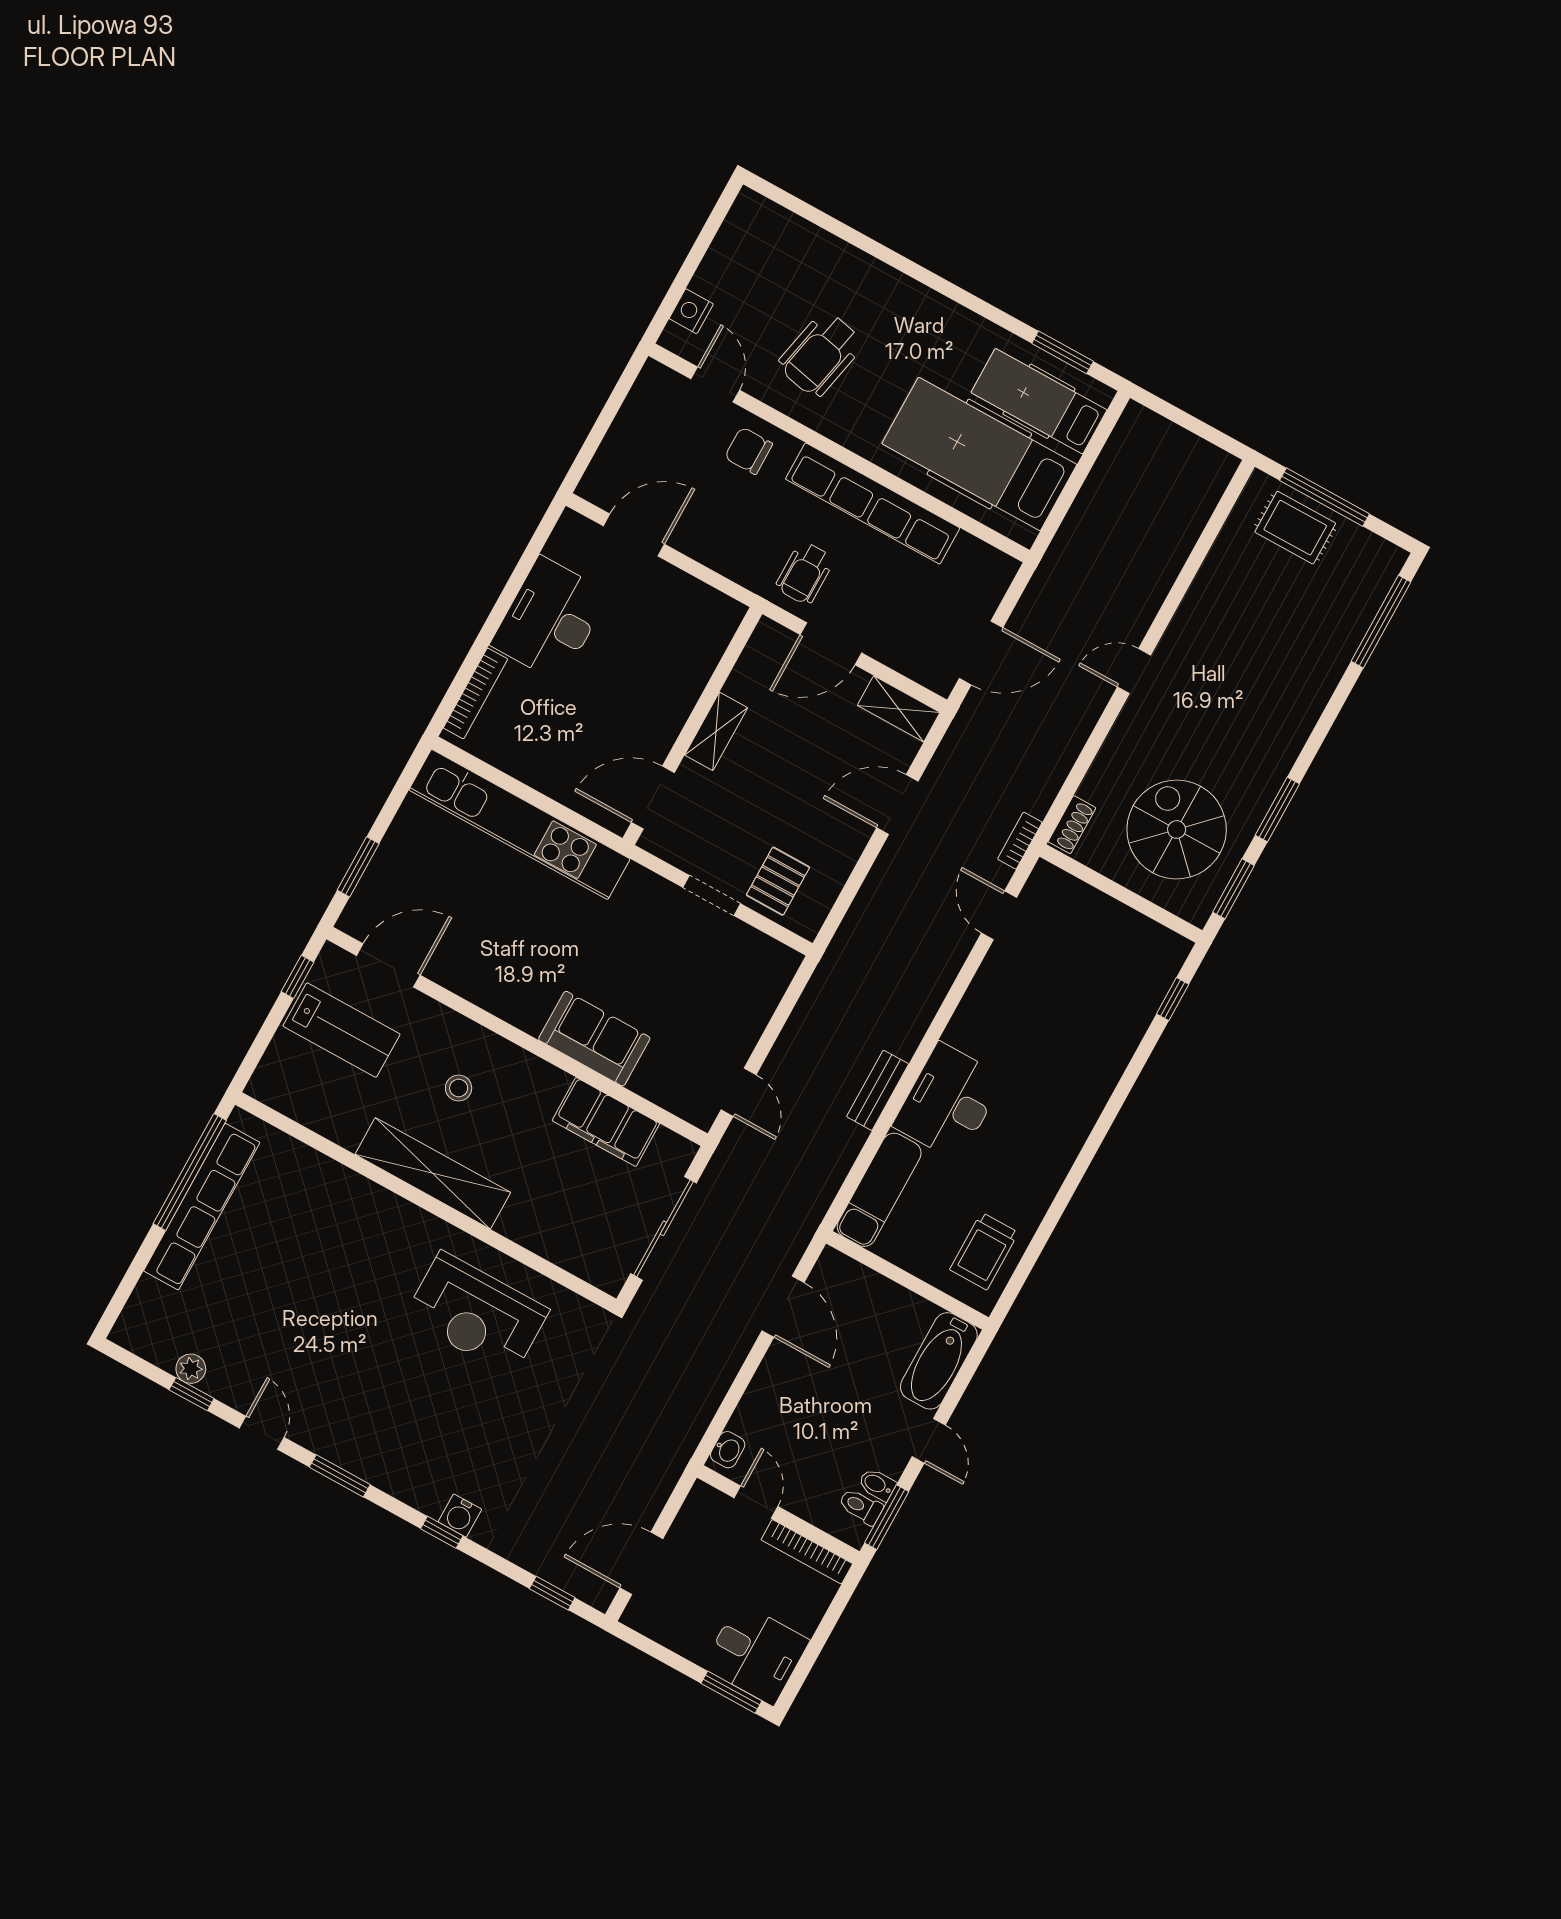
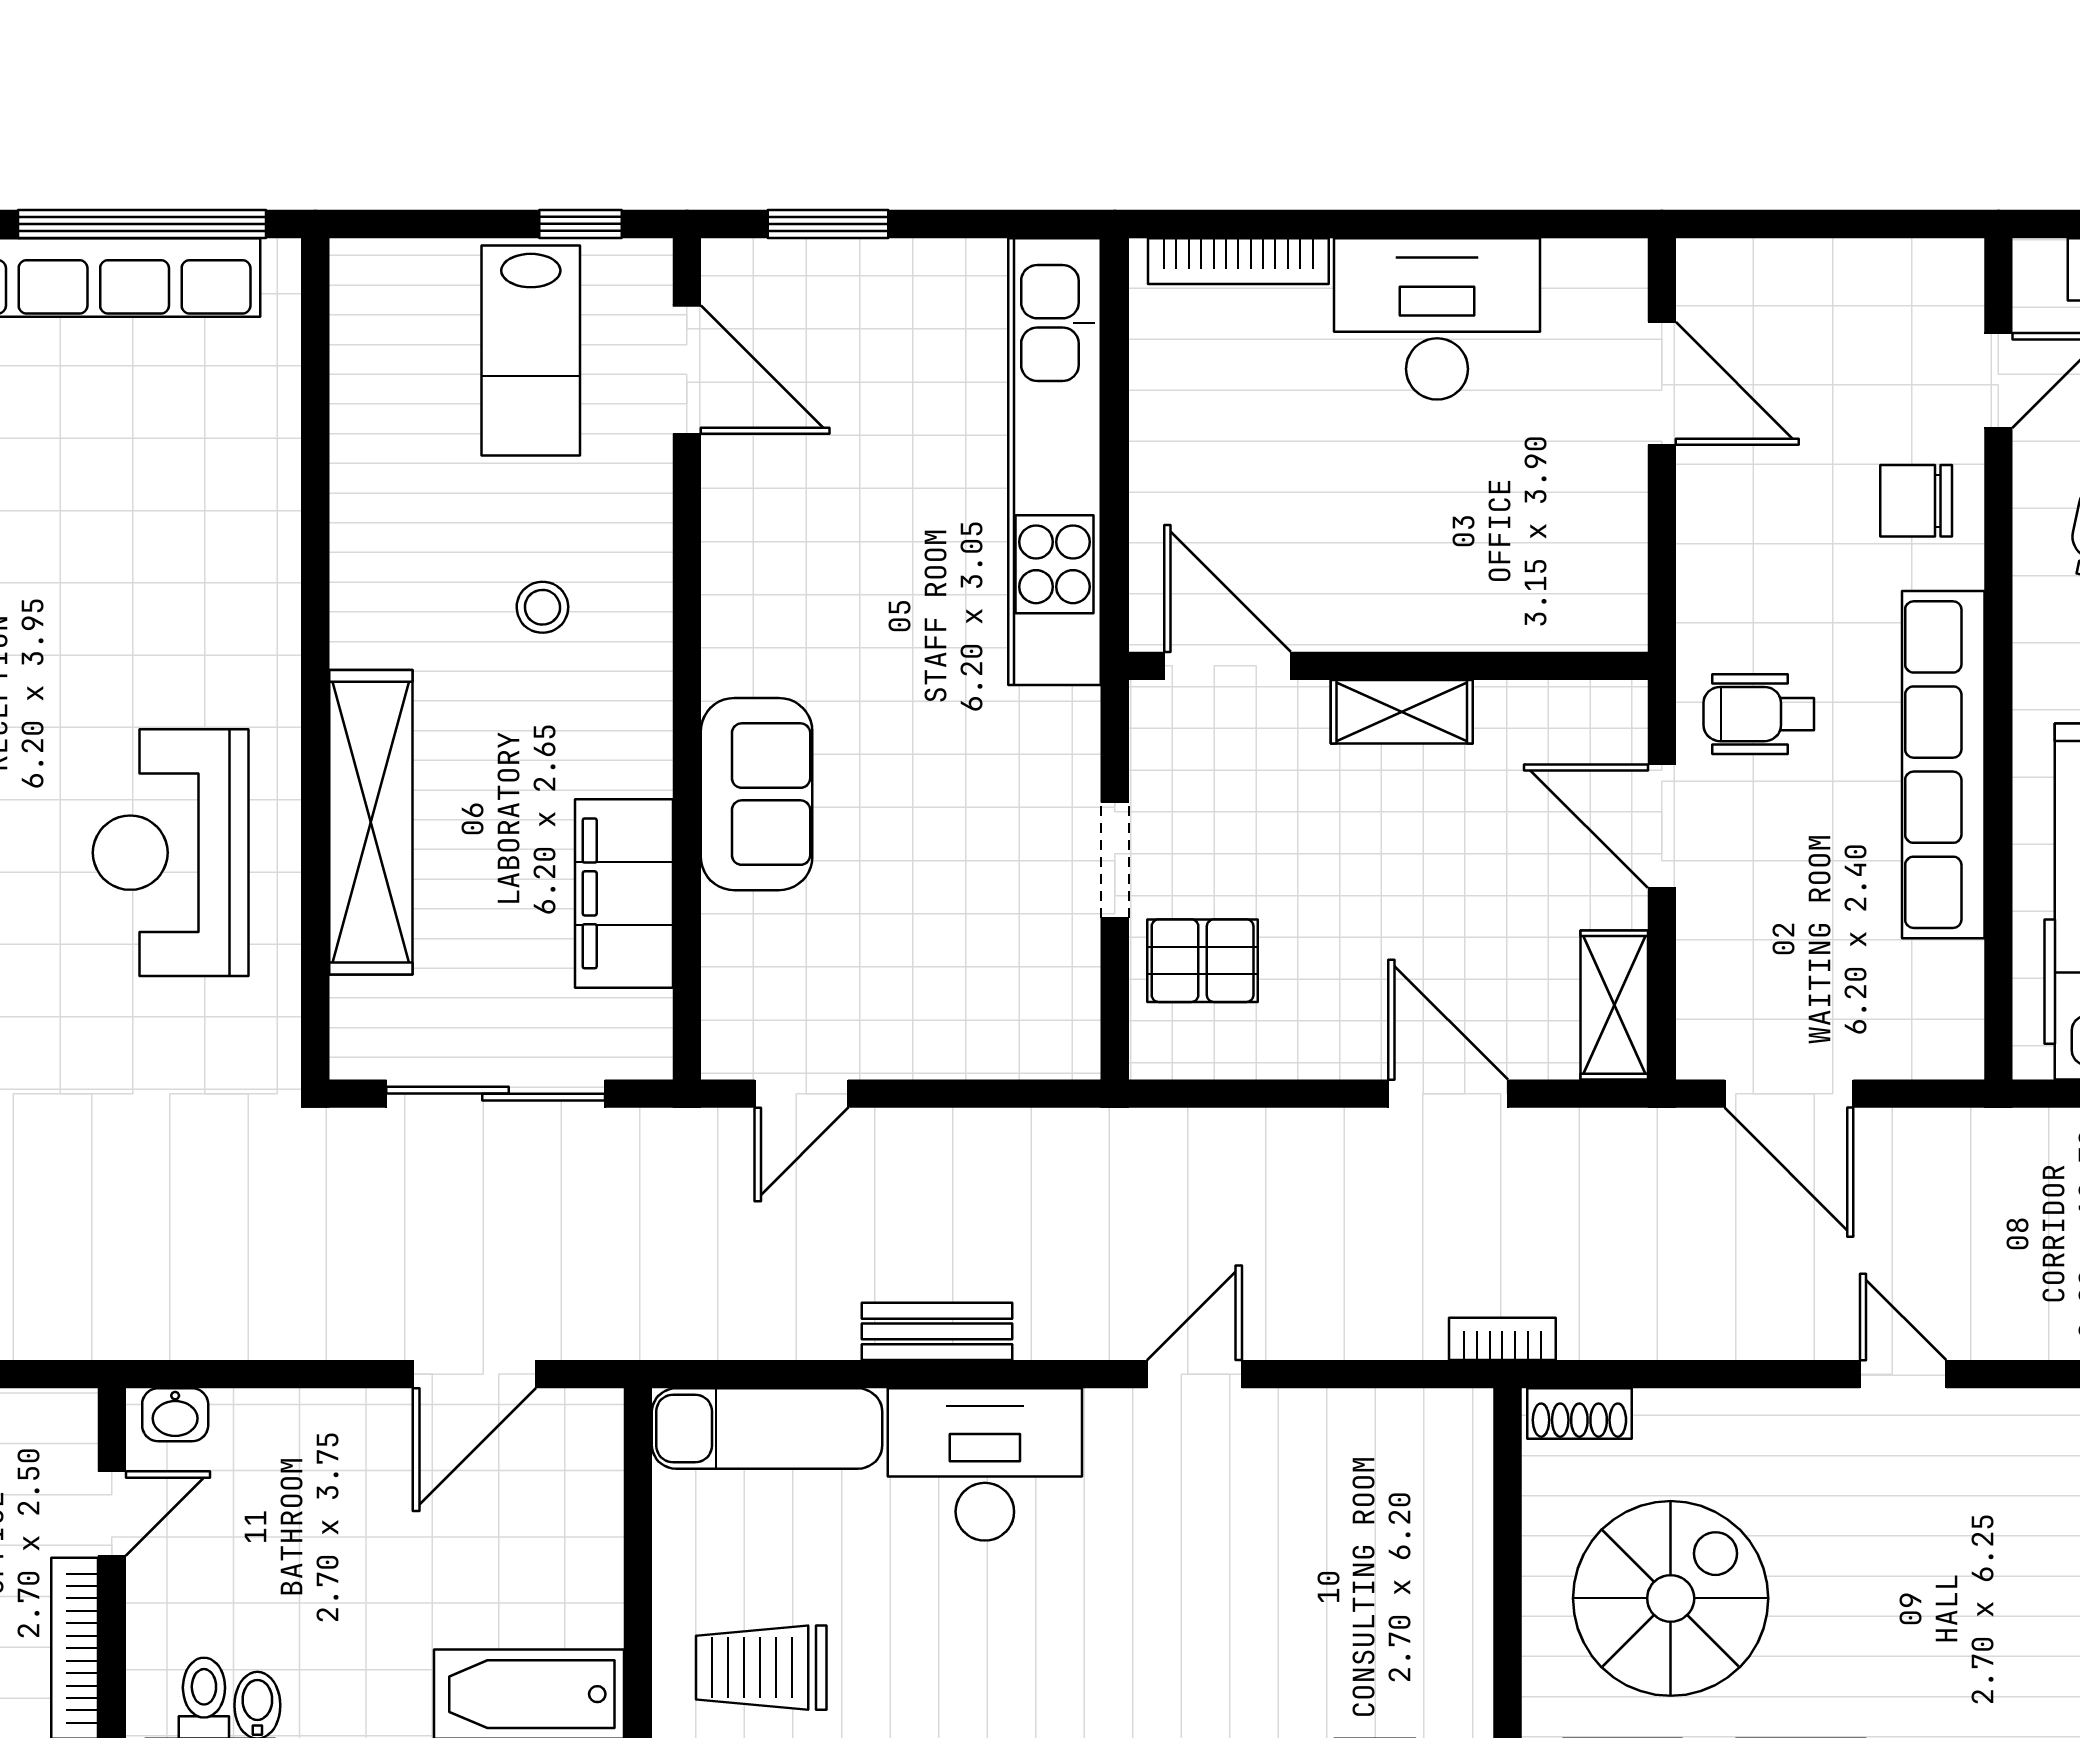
chair: (749, 451) -> (1916, 501), turned -90
door: (999, 915) -> (1194, 1374), moved
shelving: (433, 1173) -> (371, 822), moved

